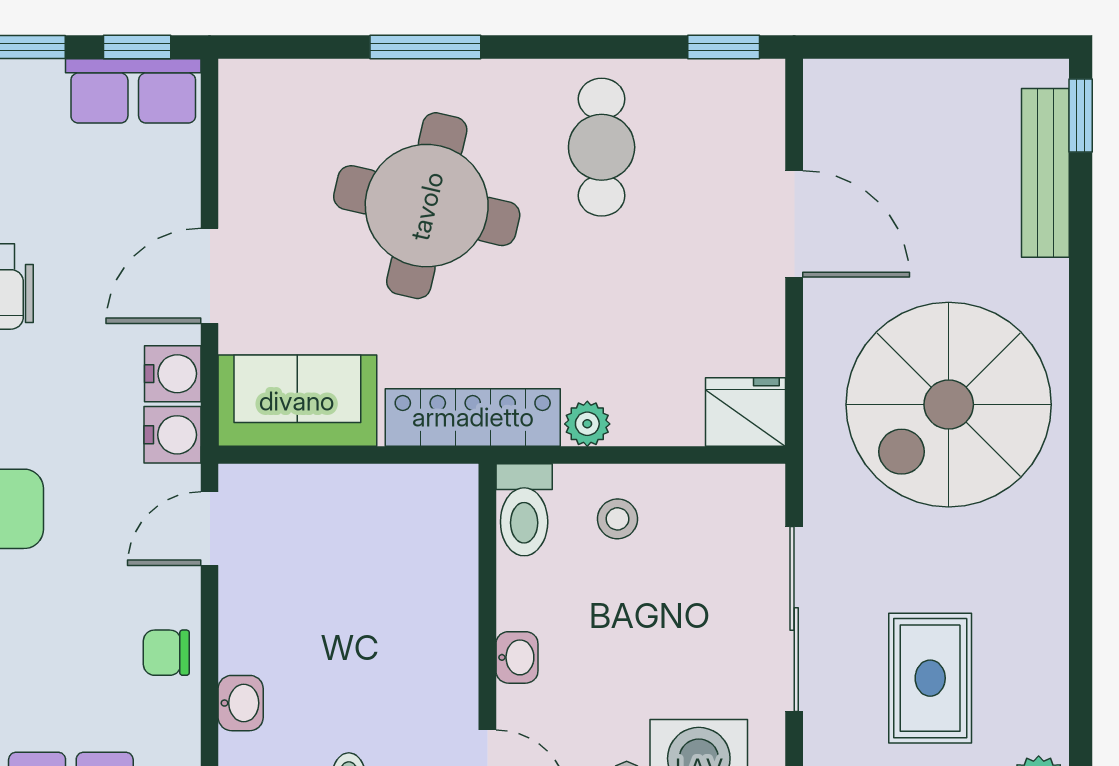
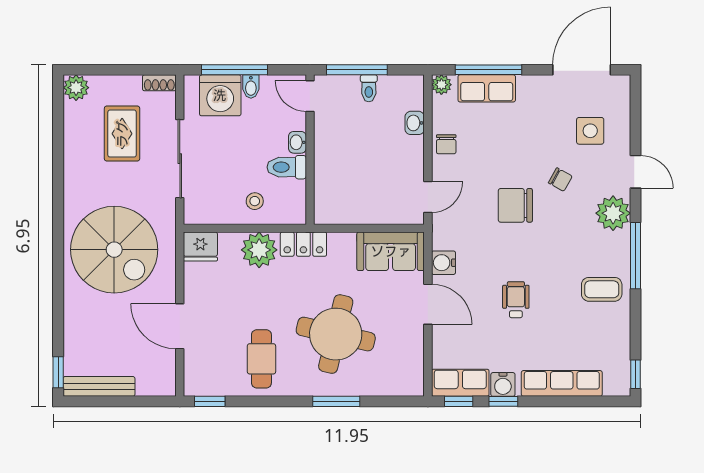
bench: (1045, 173) -> (99, 386), moved, turned 90
door: (210, 276) -> (428, 304), hinge flipped
spiral stairs: (949, 405) -> (114, 250), turned 90
locker: (473, 417) -> (303, 244), width x0.66
plant: (587, 424) -> (259, 250), width x1.88, depth x1.88
water cooler: (173, 435) -> (503, 384), moved, turned -90
toilet: (524, 510) -> (287, 167), moved, turned -90
chair: (166, 653) -> (446, 144), turned 90

